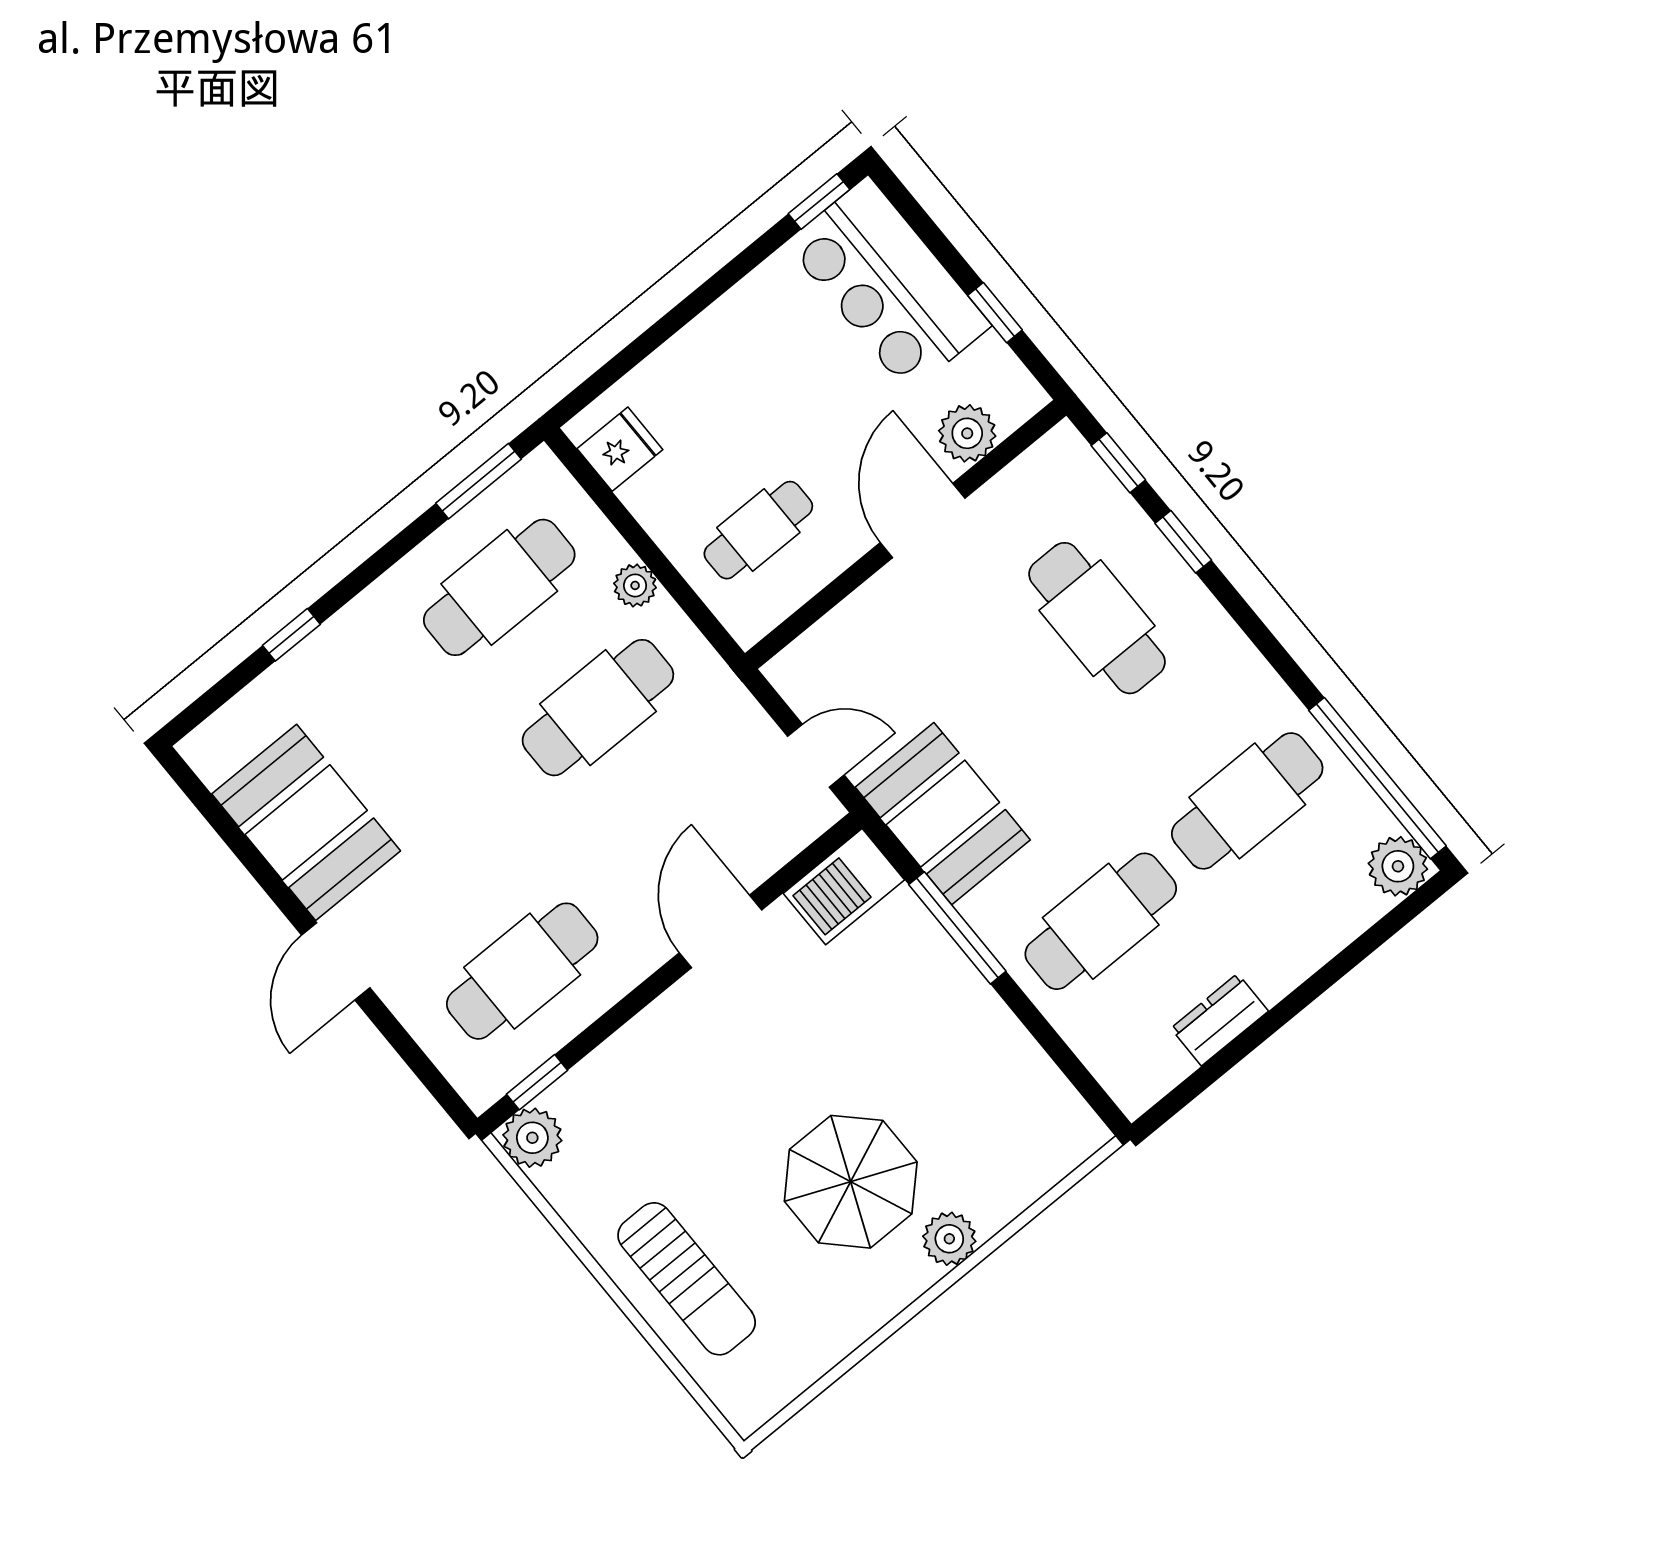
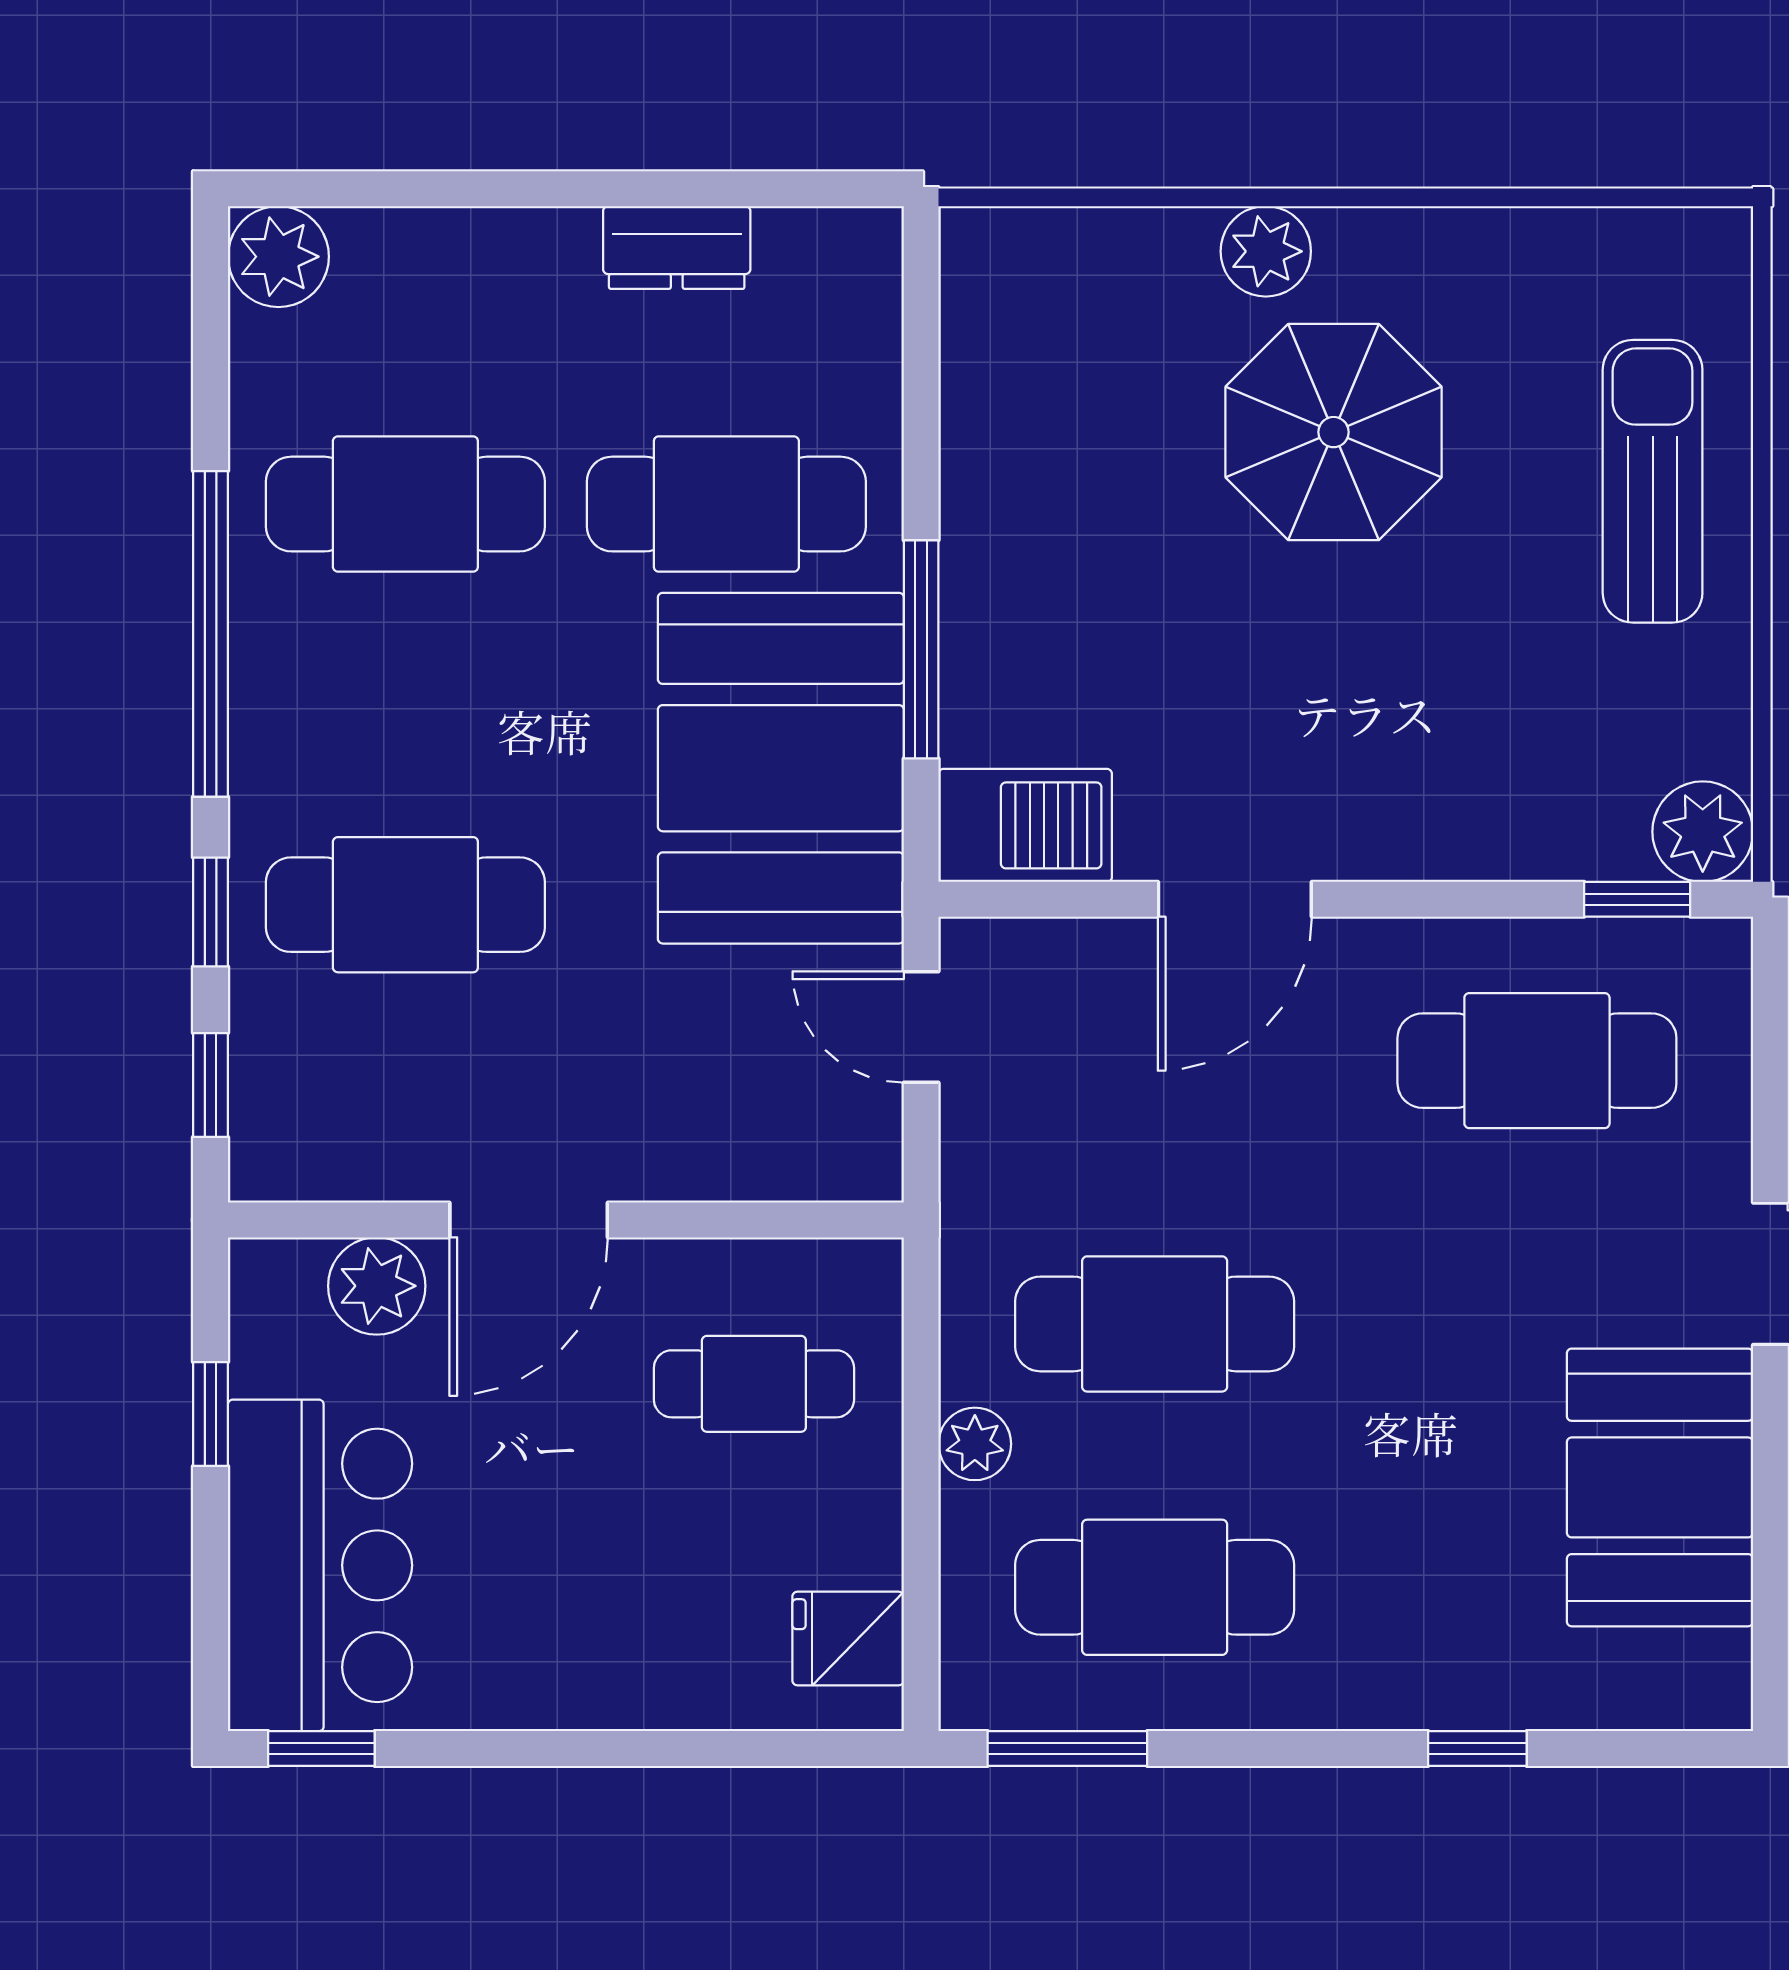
cafe table: (1097, 618) -> (405, 905), turned 90
window: (1377, 778) -> (211, 634), moved
booth: (943, 814) -> (781, 768), width x1.36, depth x1.42

